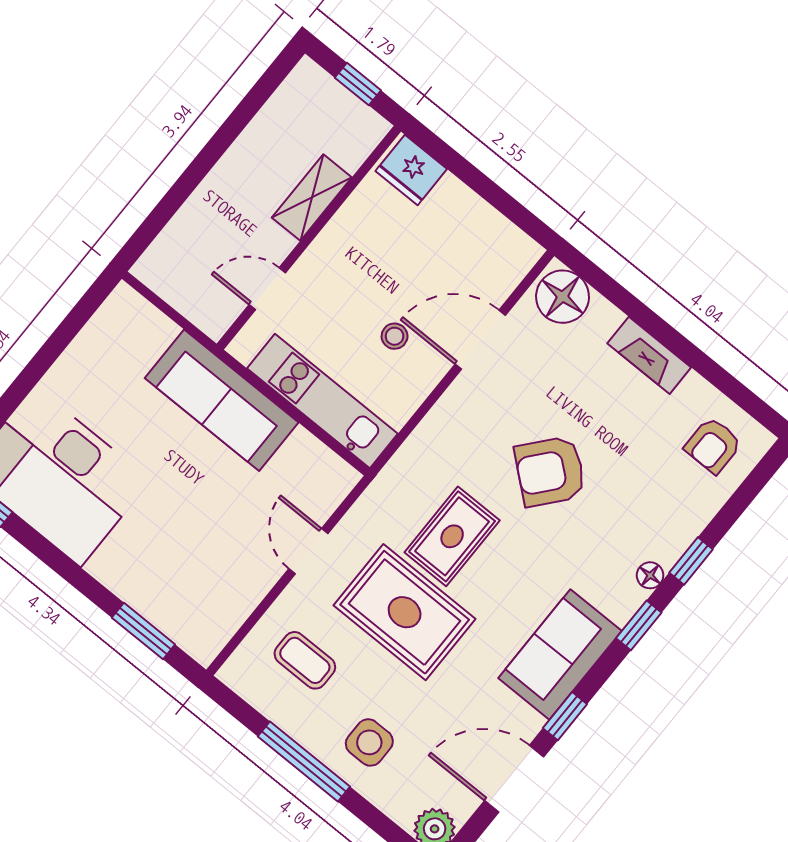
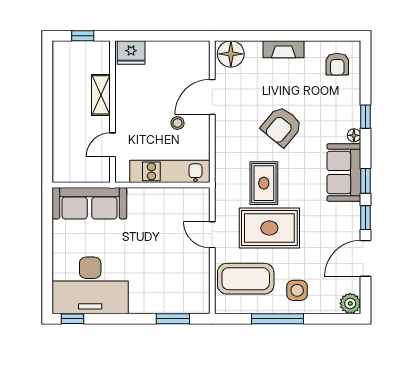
sofa: (222, 400) -> (89, 203), moved
window: (639, 625) -> (365, 181), moved
sofa: (560, 654) -> (344, 173), moved
coffee table: (305, 660) -> (246, 279), width x1.86, depth x1.72

